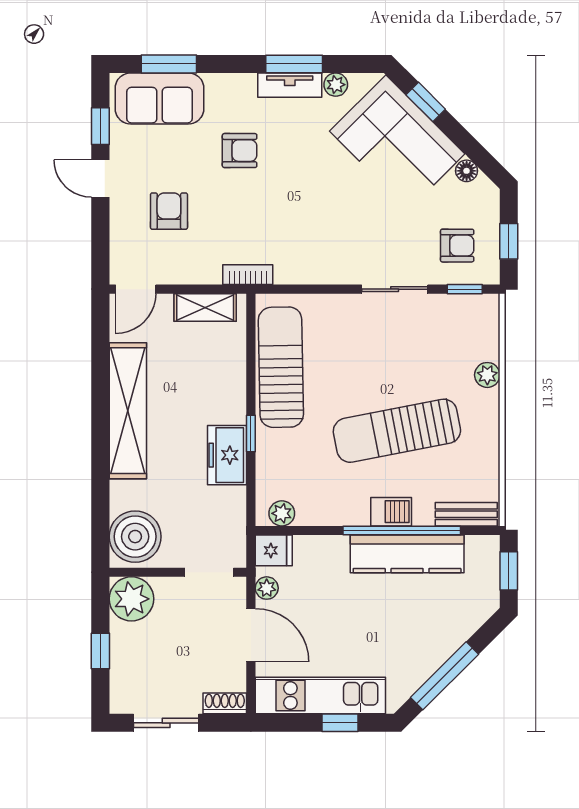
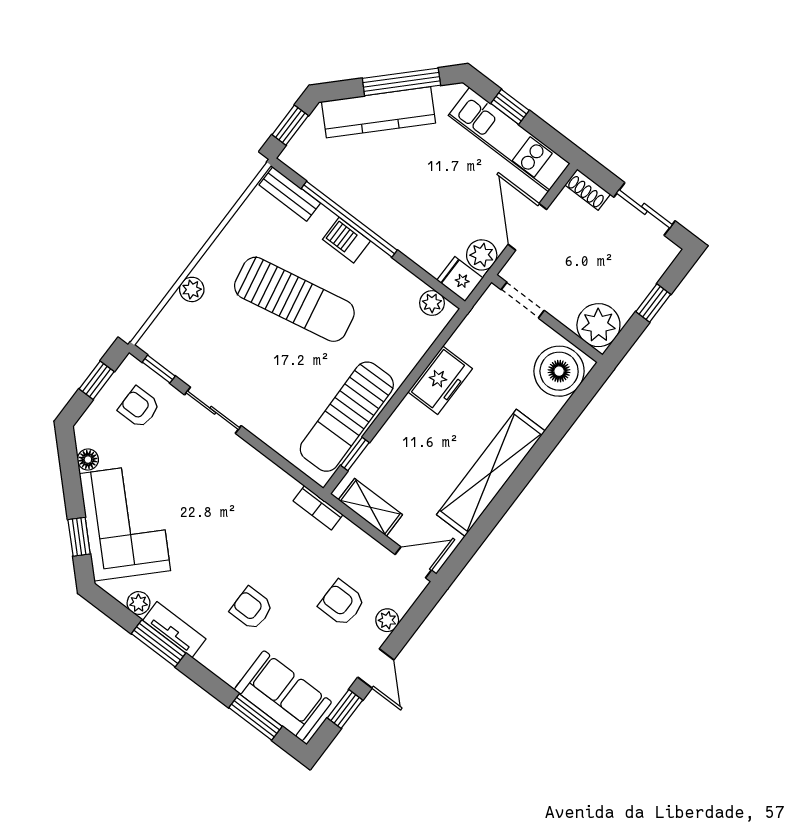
armchair: (169, 211) -> (342, 603), turned 90
plant: (121, 225) -> (387, 620), added
window: (251, 434) -> (355, 454), moved
kitchen counter: (407, 554) -> (378, 112), moved, turned 135
plant: (267, 588) -> (482, 255), width x1.38, depth x1.38

